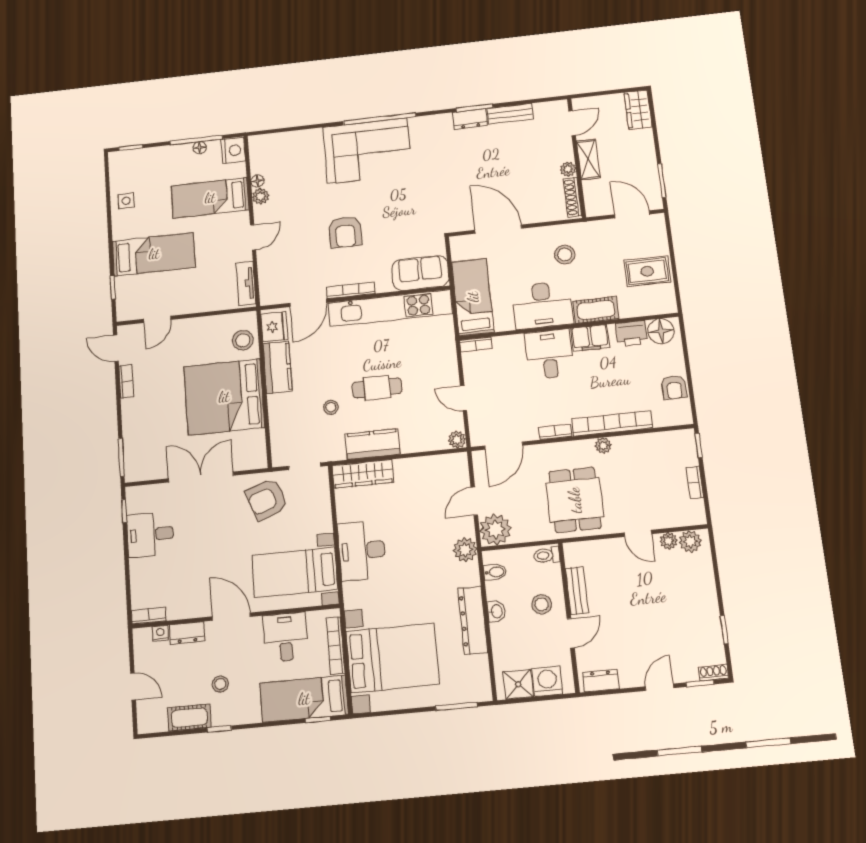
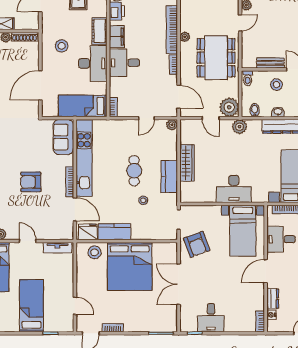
armchair: (345, 232) -> (31, 182), turned 180
wardrobe: (363, 474) -> (187, 163), moved
dining table: (575, 500) -> (216, 58), width x1.38

